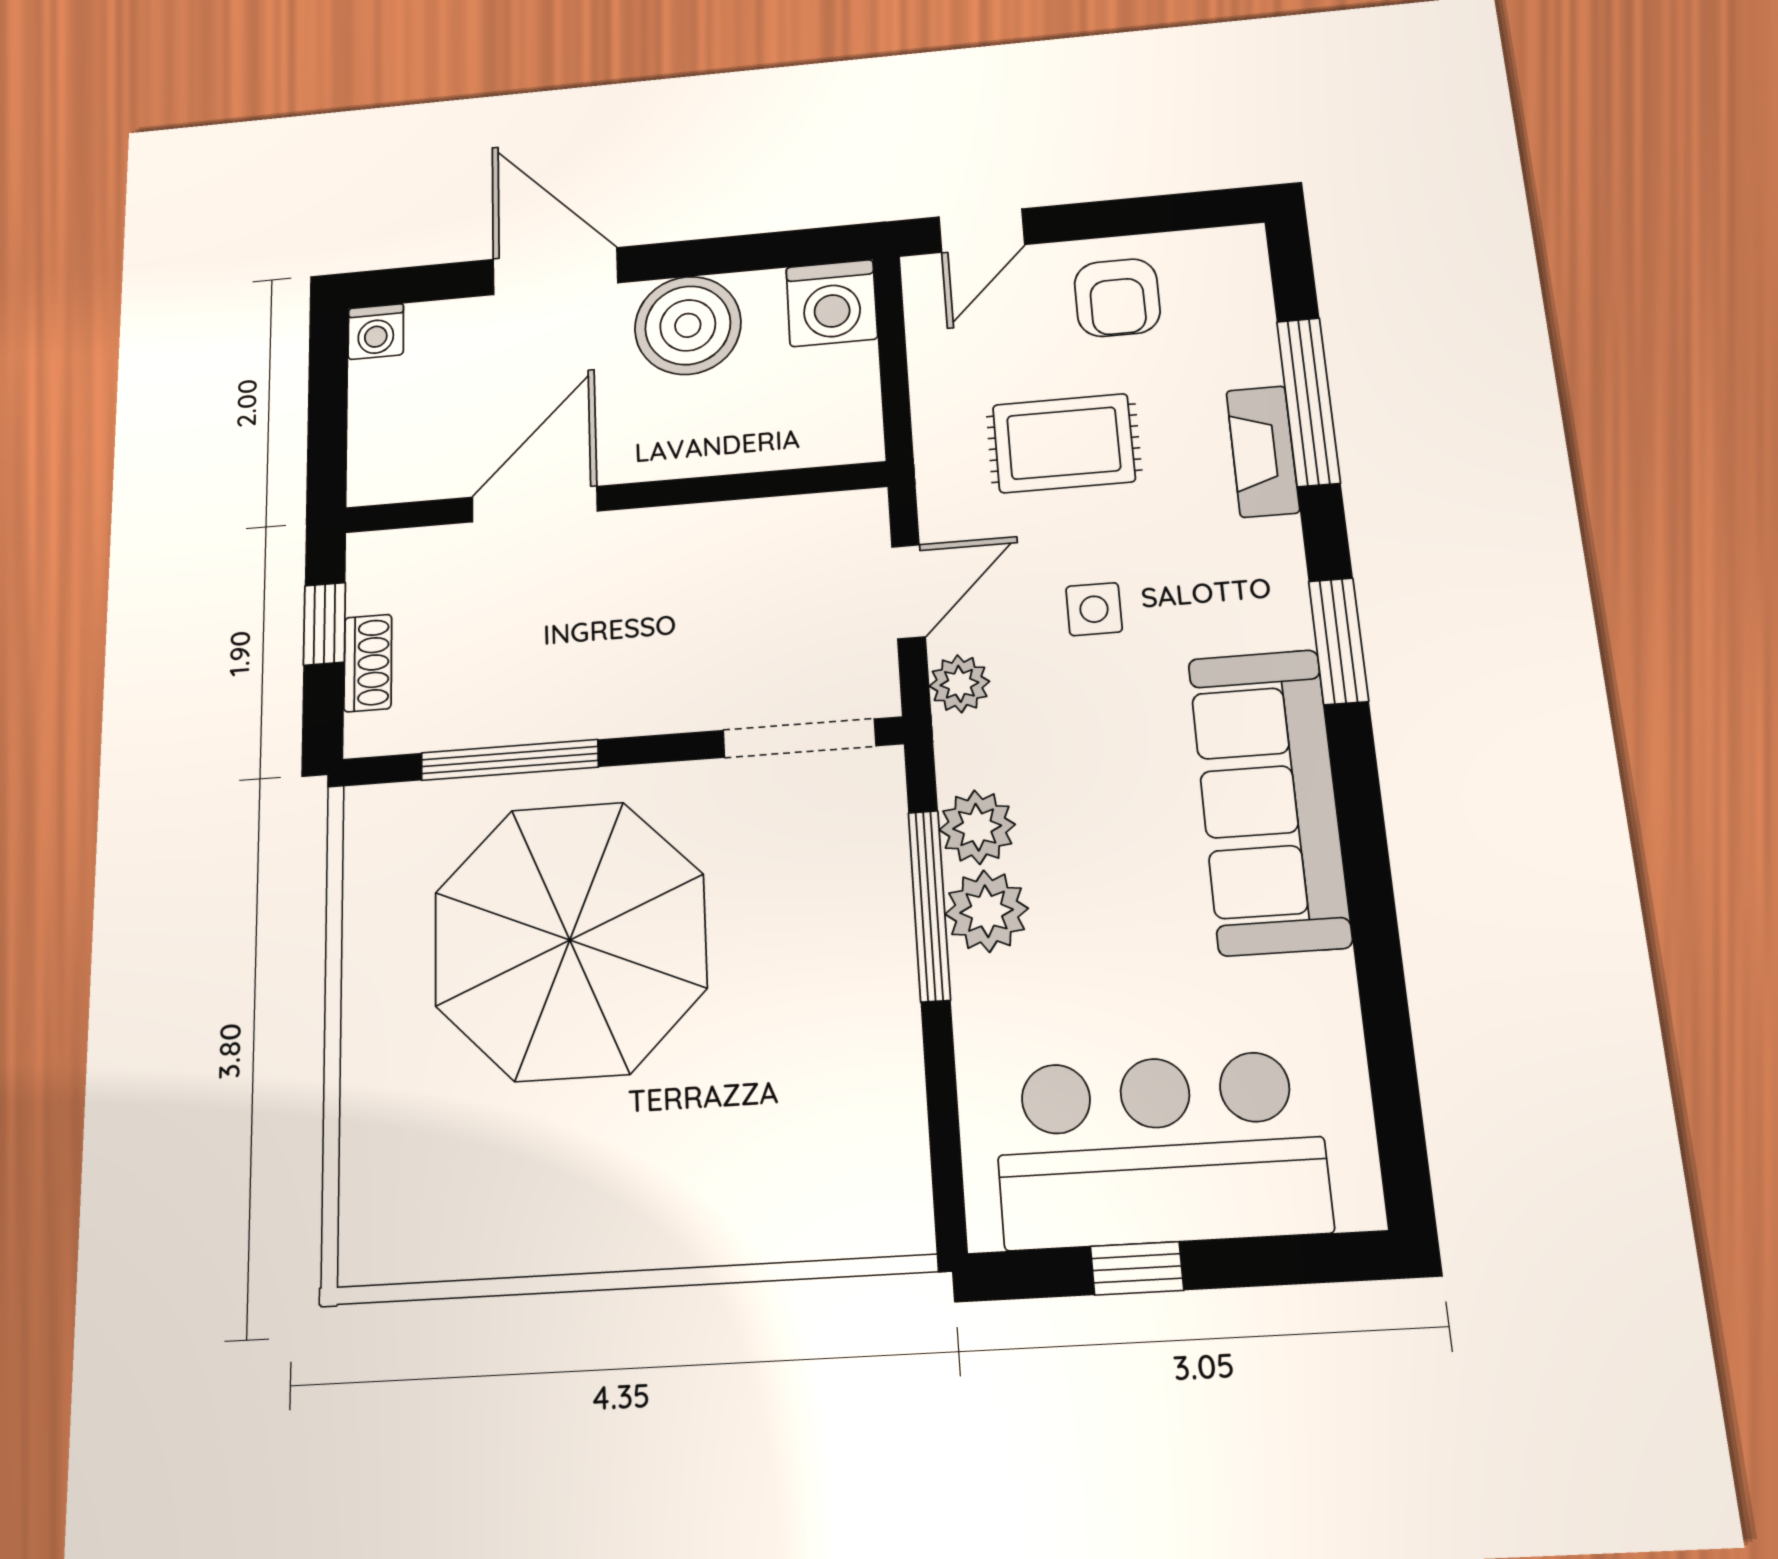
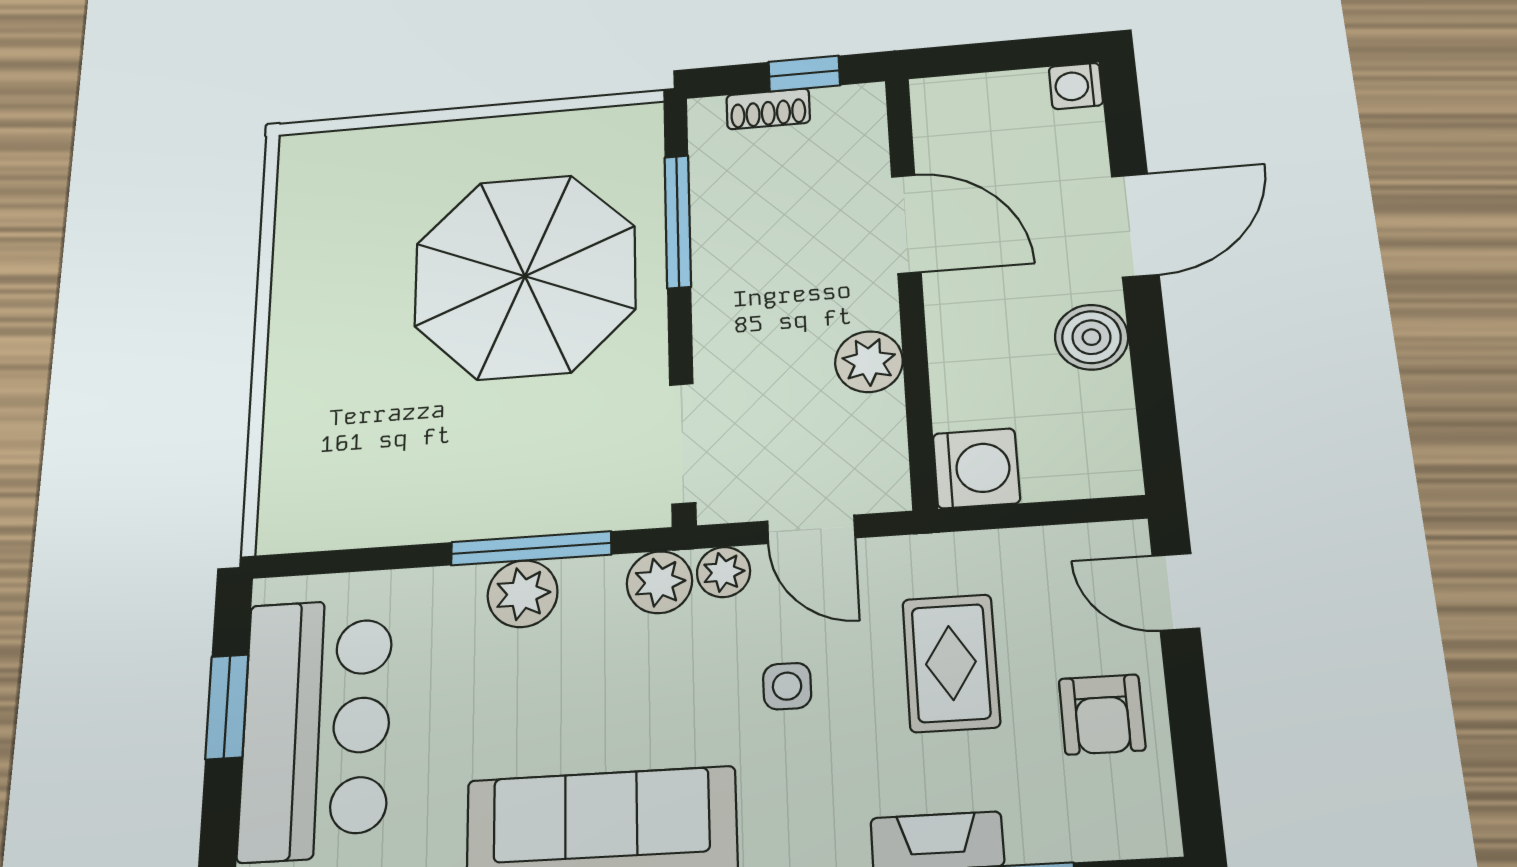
armchair: (1117, 298) -> (1102, 714), turned -90
washing machine: (832, 303) -> (976, 468), moved, turned 180
boiler: (688, 325) -> (1091, 337), width x0.73, depth x0.73
plant: (705, 538) -> (869, 362), added
plant: (977, 827) -> (659, 582), moved
window: (1137, 1268) -> (227, 707), width x1.50

